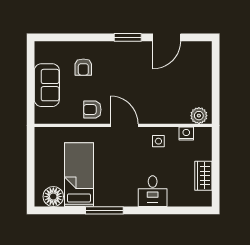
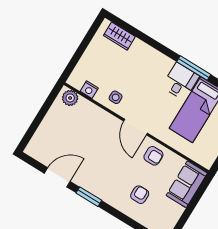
sofa: (47, 85) -> (187, 184), moved
wardrobe: (203, 176) -> (119, 36), moved, turned 90
desk: (153, 191) -> (181, 81), moved

